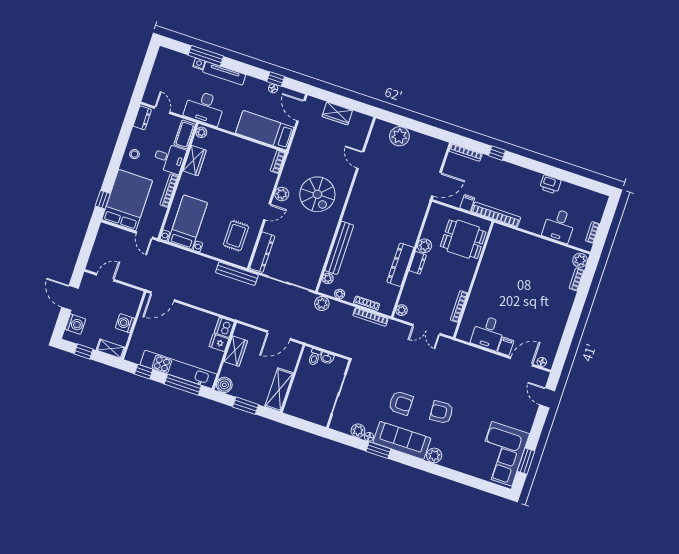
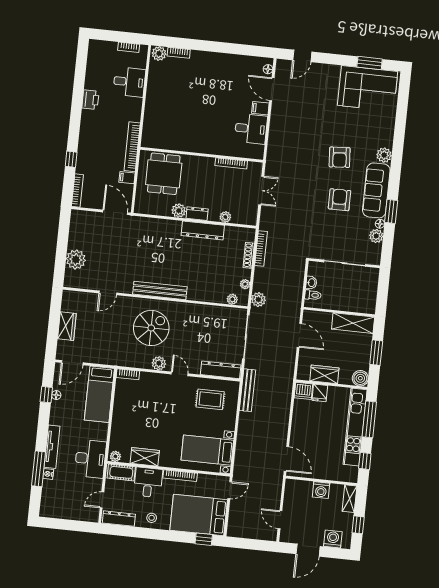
dresser: (142, 118) -> (119, 519), width x1.44
bench: (339, 248) -> (160, 290), moved
plant: (402, 310) -> (225, 217), moved

